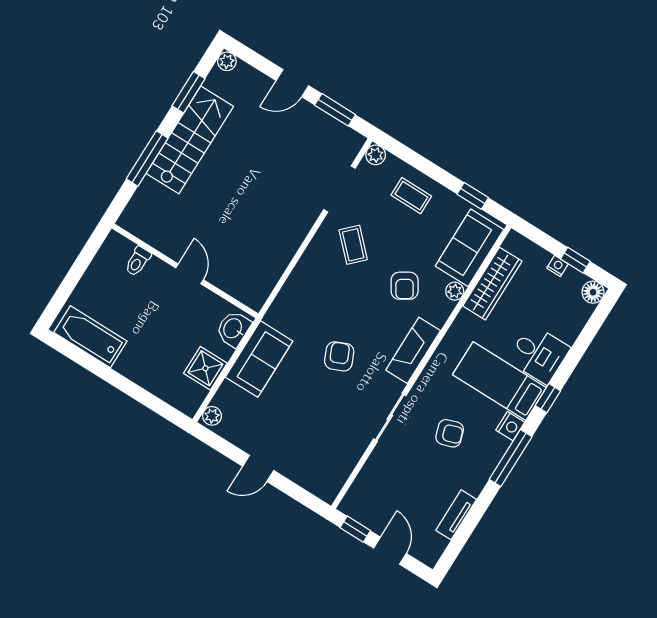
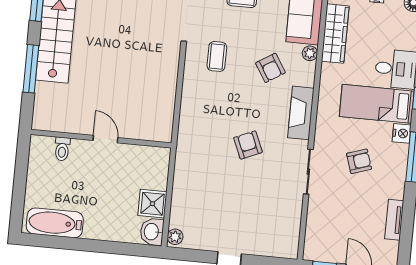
coffee table: (353, 245) -> (217, 56), turned 45
washbasin: (233, 329) -> (152, 232), moved
sofa: (259, 359) -> (189, 177), removed

